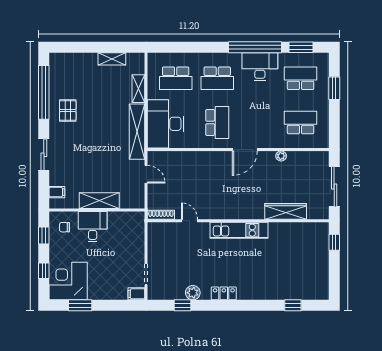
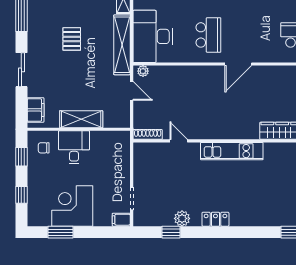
pallet: (68, 111) -> (72, 39), moved
plant: (281, 156) -> (143, 71), moved
filing cabinet: (57, 192) -> (36, 110), width x2.00
corner desk: (68, 281) -> (72, 206), moved

